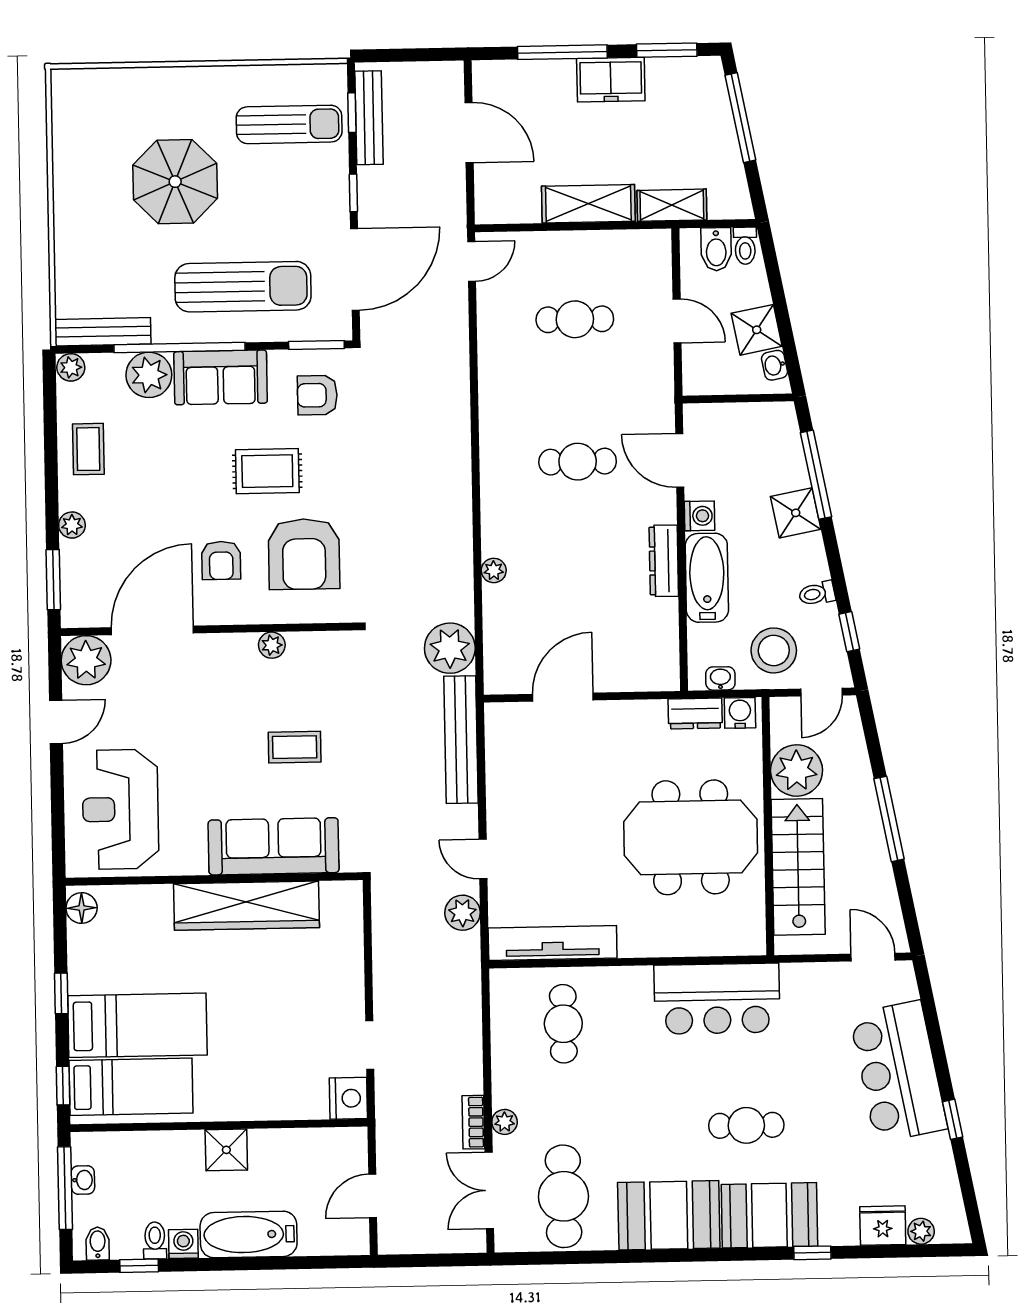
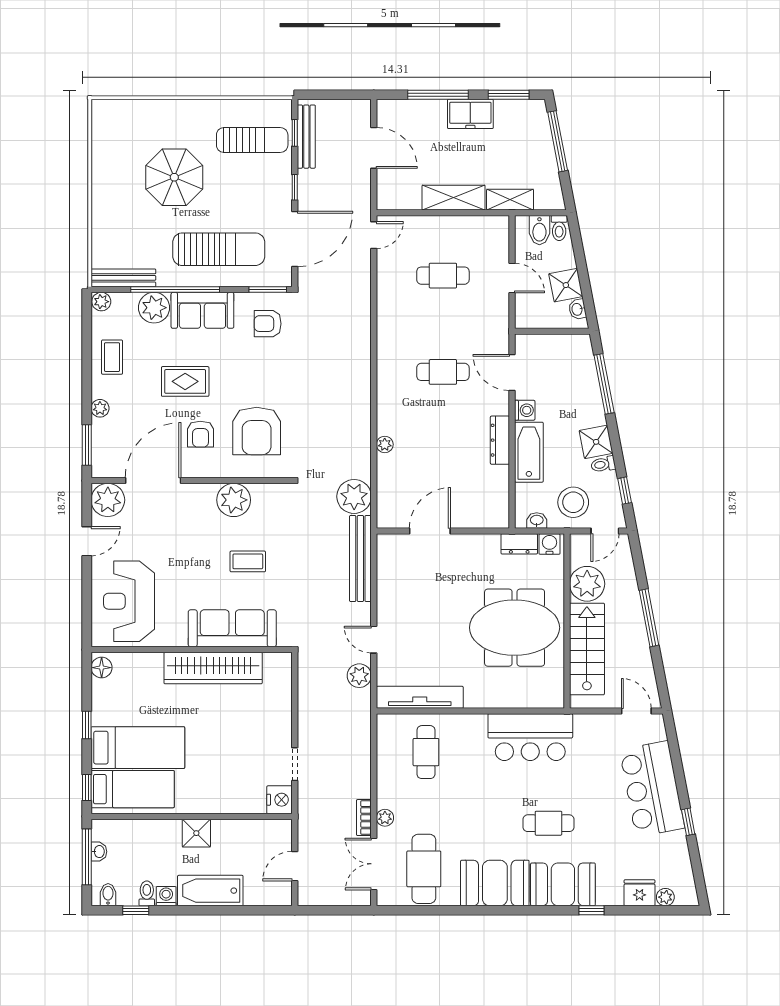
rug: (267, 471) -> (185, 381), moved
shower: (796, 513) -> (596, 442), moved
plant: (272, 645) -> (234, 500), width x1.88, depth x1.88

